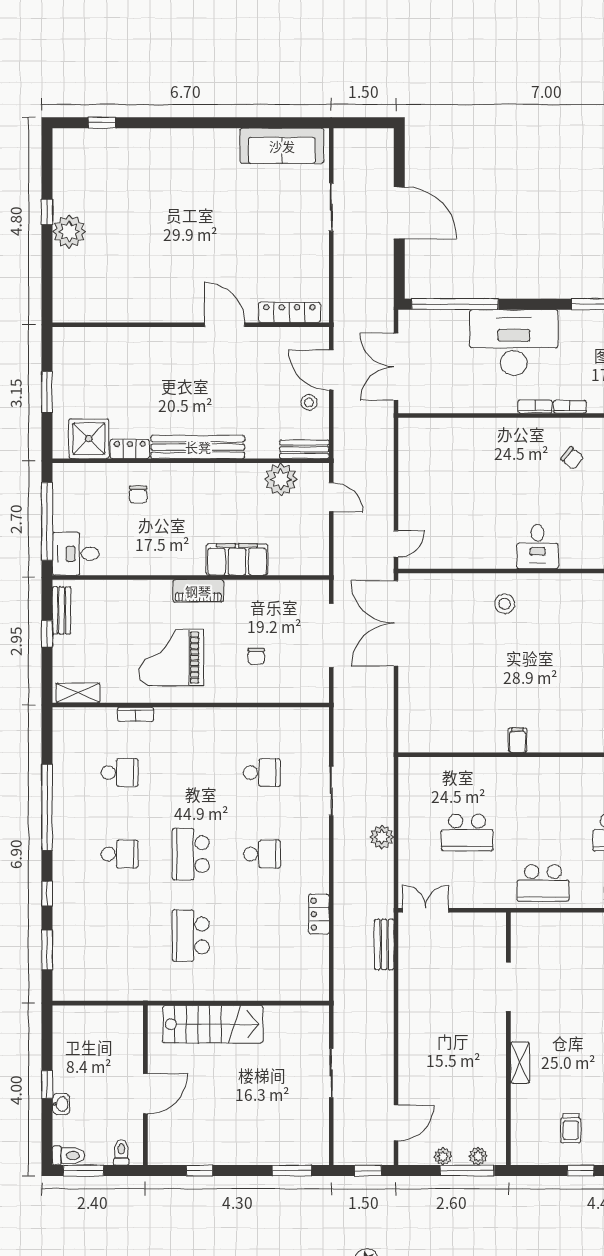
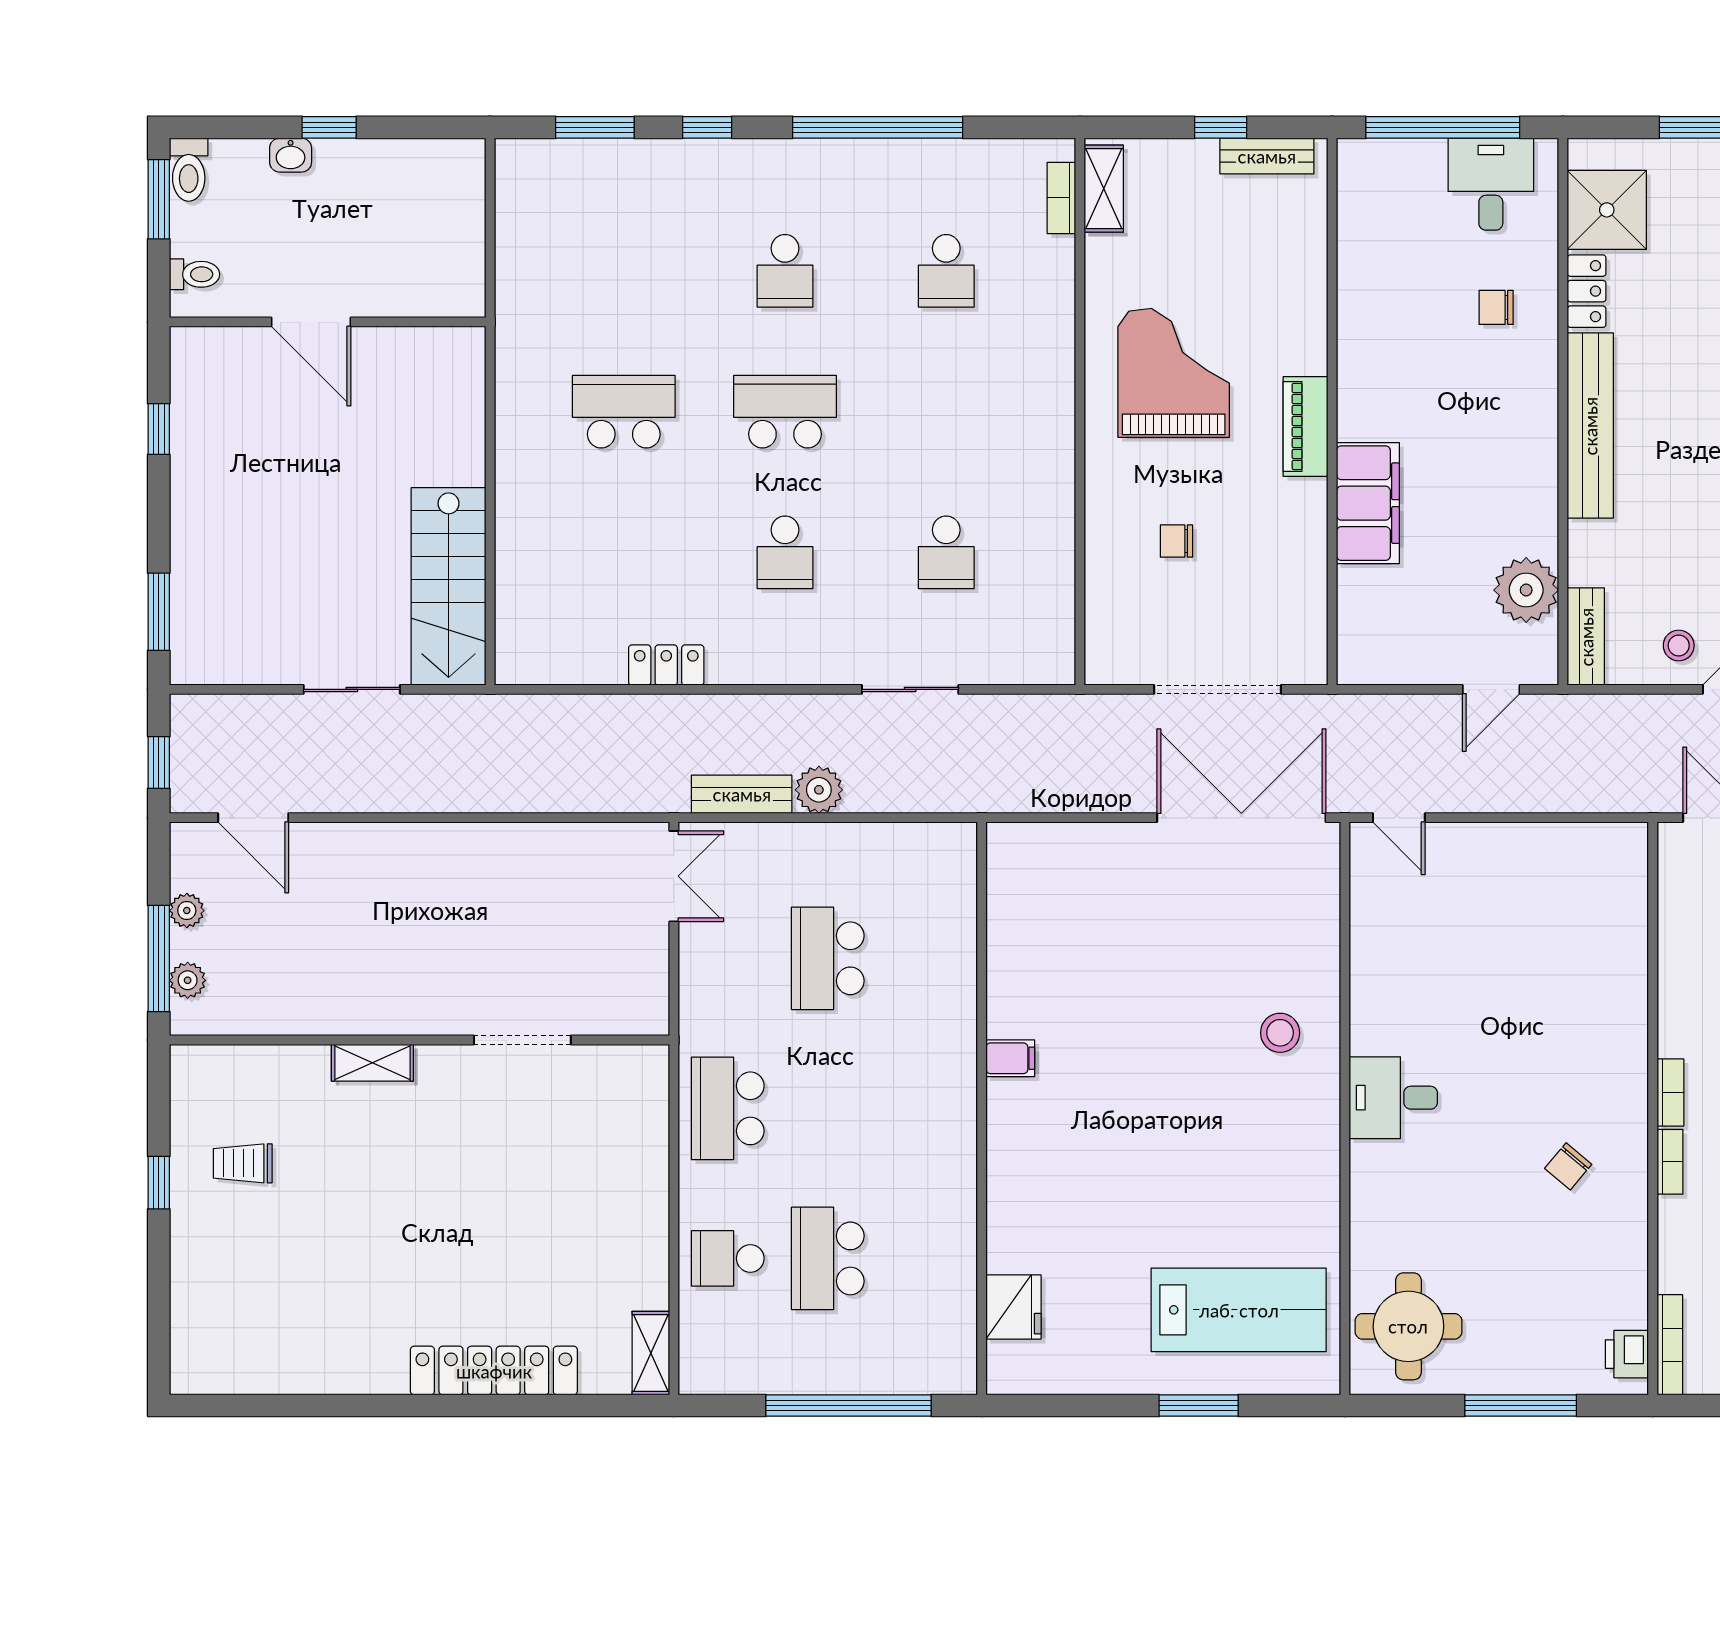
desk: (76, 554) -> (1491, 184), moved
bookcase: (136, 714) -> (1061, 198), moved
bench: (384, 944) -> (742, 794), moved
stairs: (213, 1024) -> (449, 586), moved

